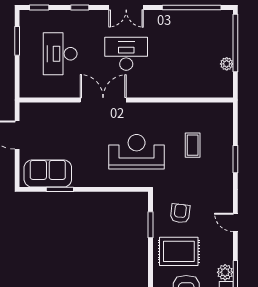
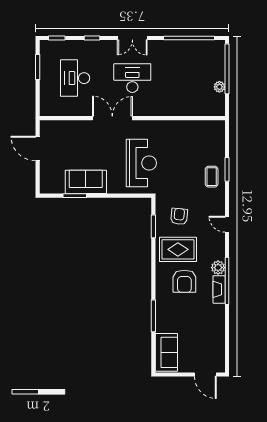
coffee table: (193, 145) -> (212, 177), moved
reception desk: (137, 152) -> (141, 163), turned 90
sofa: (48, 173) -> (86, 182), moved

